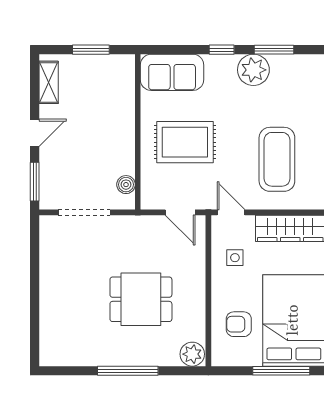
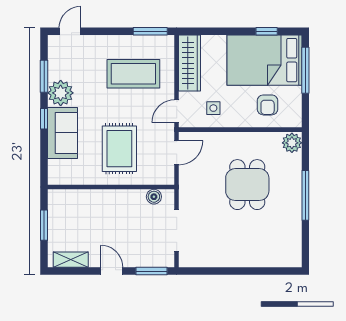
sofa: (172, 72) -> (63, 133), moved

